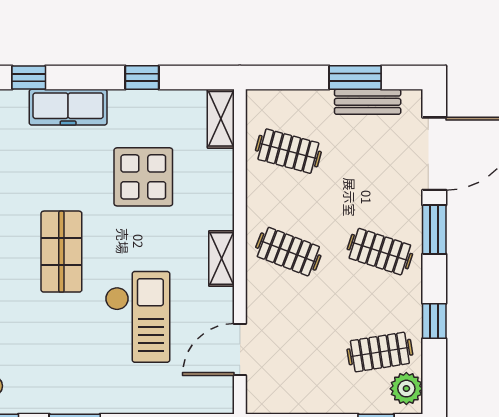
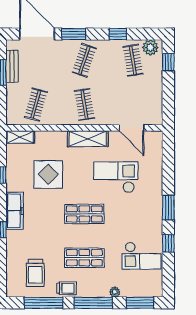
clothes rail: (288, 252) -> (84, 104), turned -30
shelving: (221, 259) -> (88, 139), width x1.50, depth x1.33

